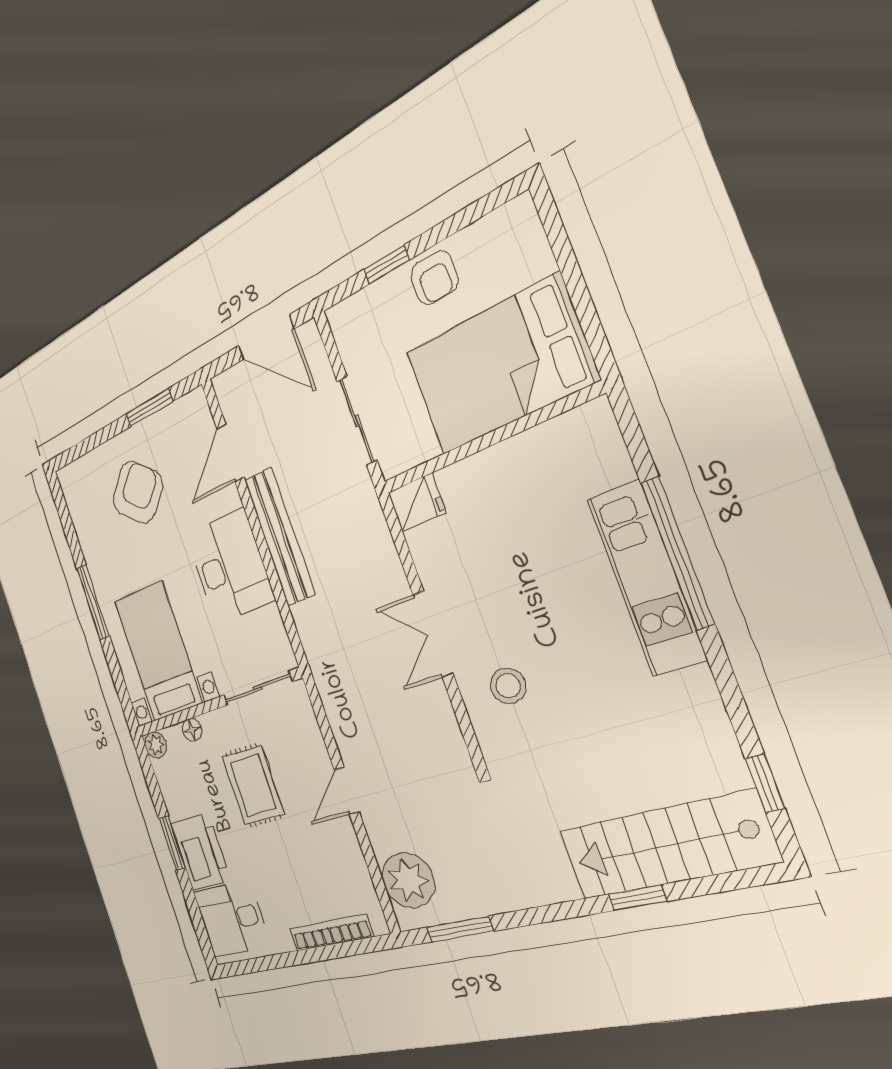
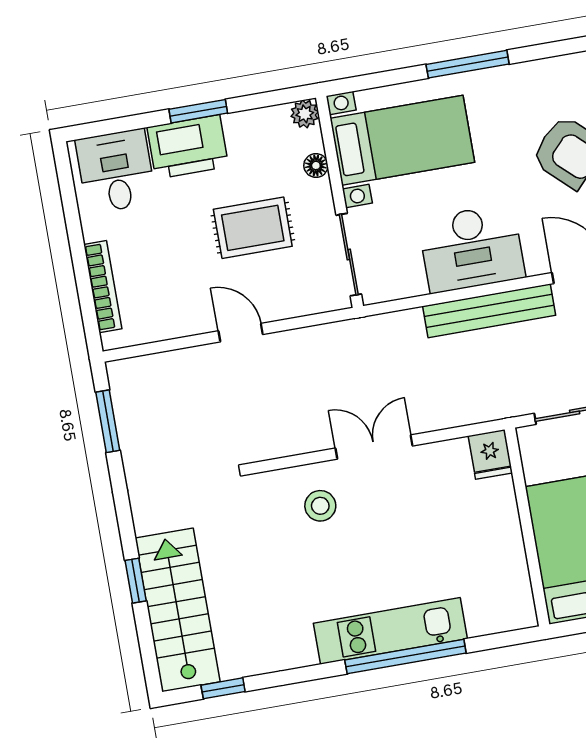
plant: (408, 880) -> (153, 379), removed

